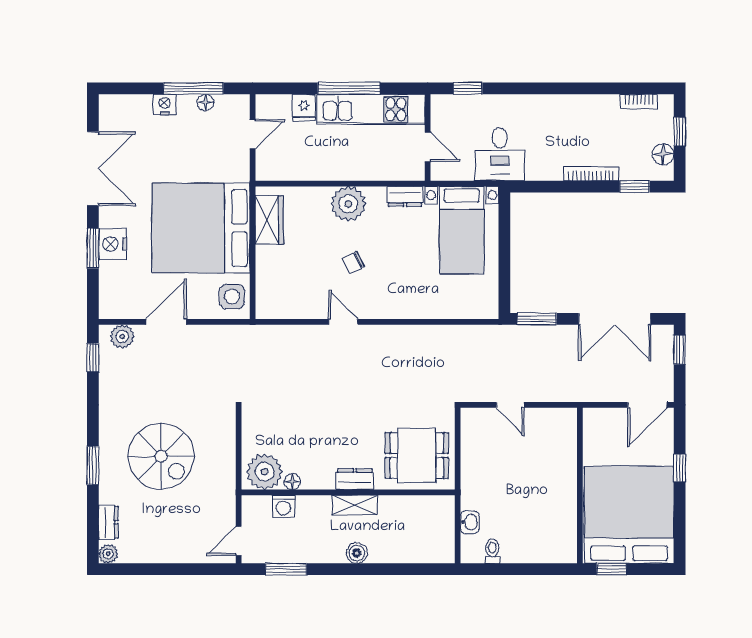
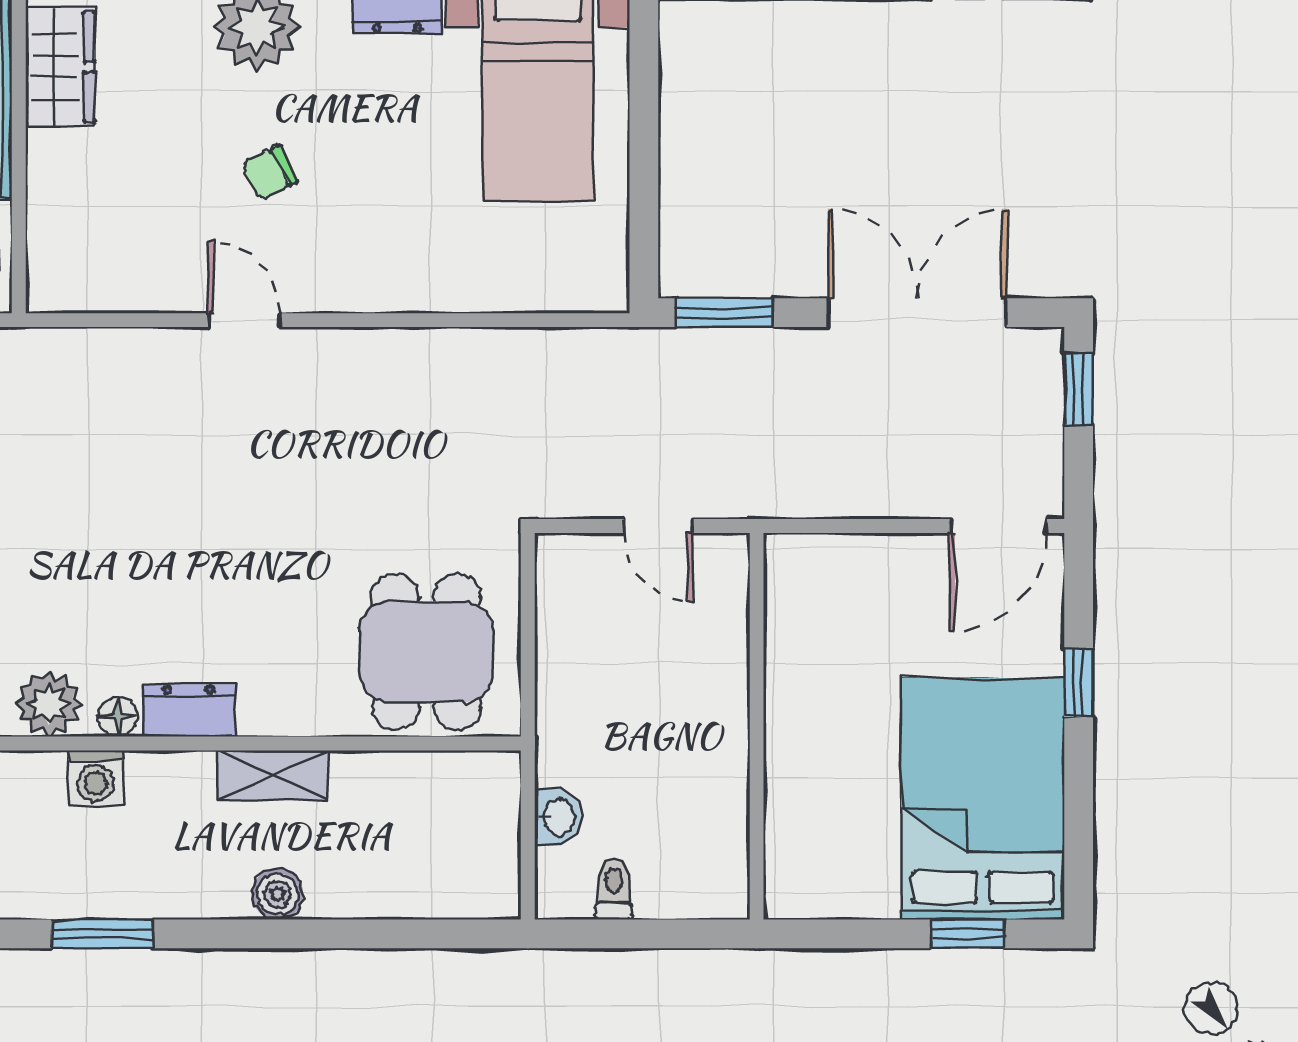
double door: (615, 319) -> (917, 313), swing flipped
dining table: (417, 455) -> (426, 652), turned 90
plant: (265, 472) -> (49, 704), width x0.73, depth x0.73
dresser: (355, 479) -> (188, 710), moved
wall: (580, 485) -> (757, 726), moved
bed: (629, 515) -> (983, 799), width x0.73
window: (612, 569) -> (968, 934), moved

